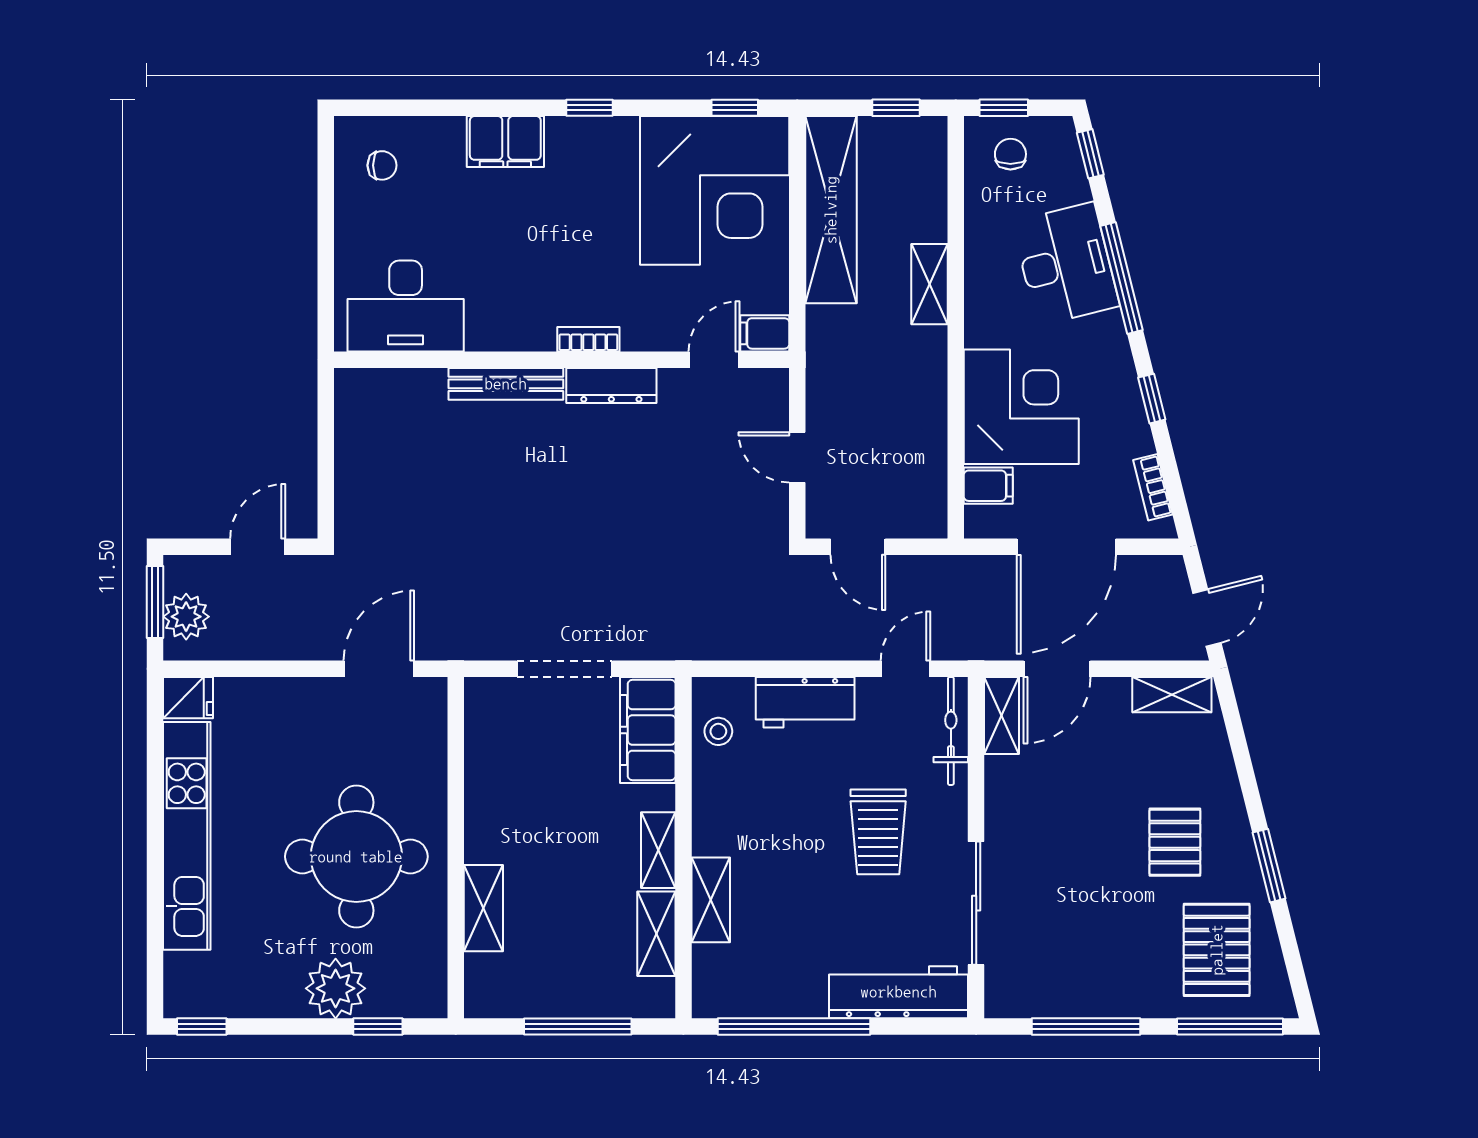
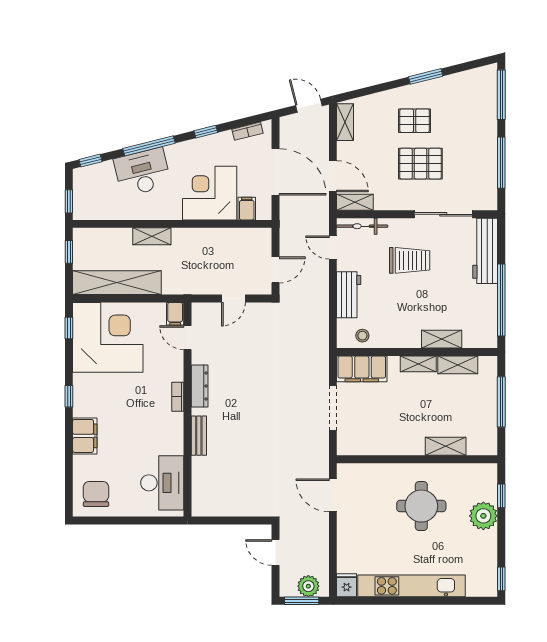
chair: (1010, 154) -> (91, 198), removed
chair: (382, 165) -> (96, 494), width x1.87, depth x1.87
bench: (506, 384) -> (199, 436), width x0.73
round table: (356, 857) -> (421, 506), width x0.73, depth x0.73
pallet: (1217, 950) -> (420, 164), moved

